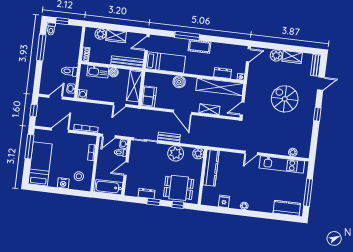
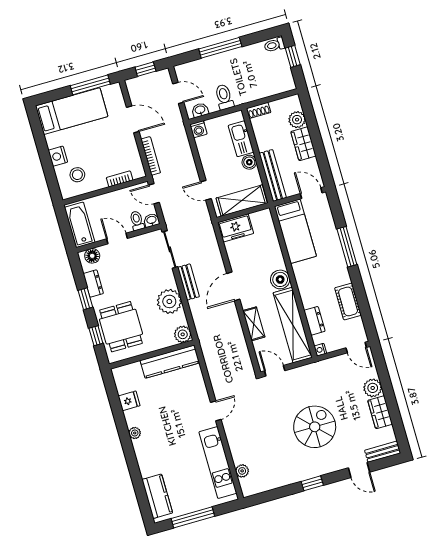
cot: (199, 46) -> (348, 301), moved
window: (41, 48) -> (220, 48), moved
boiler: (179, 82) -> (280, 279), moved
door: (251, 153) -> (216, 411), swing flipped
floor lamp: (130, 187) -> (92, 256), added

